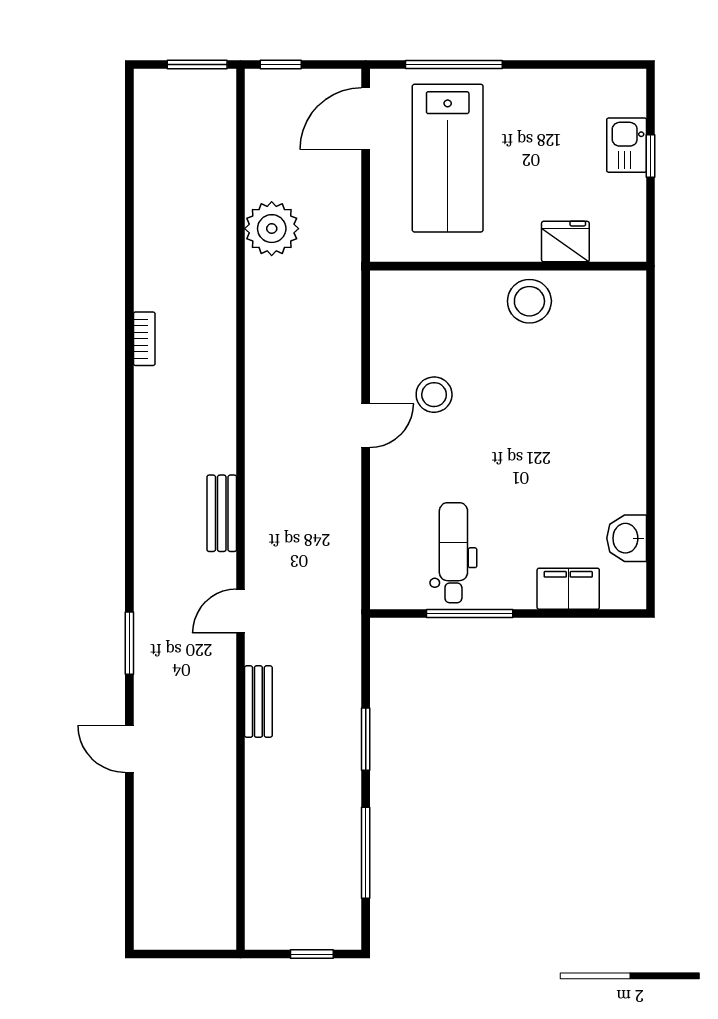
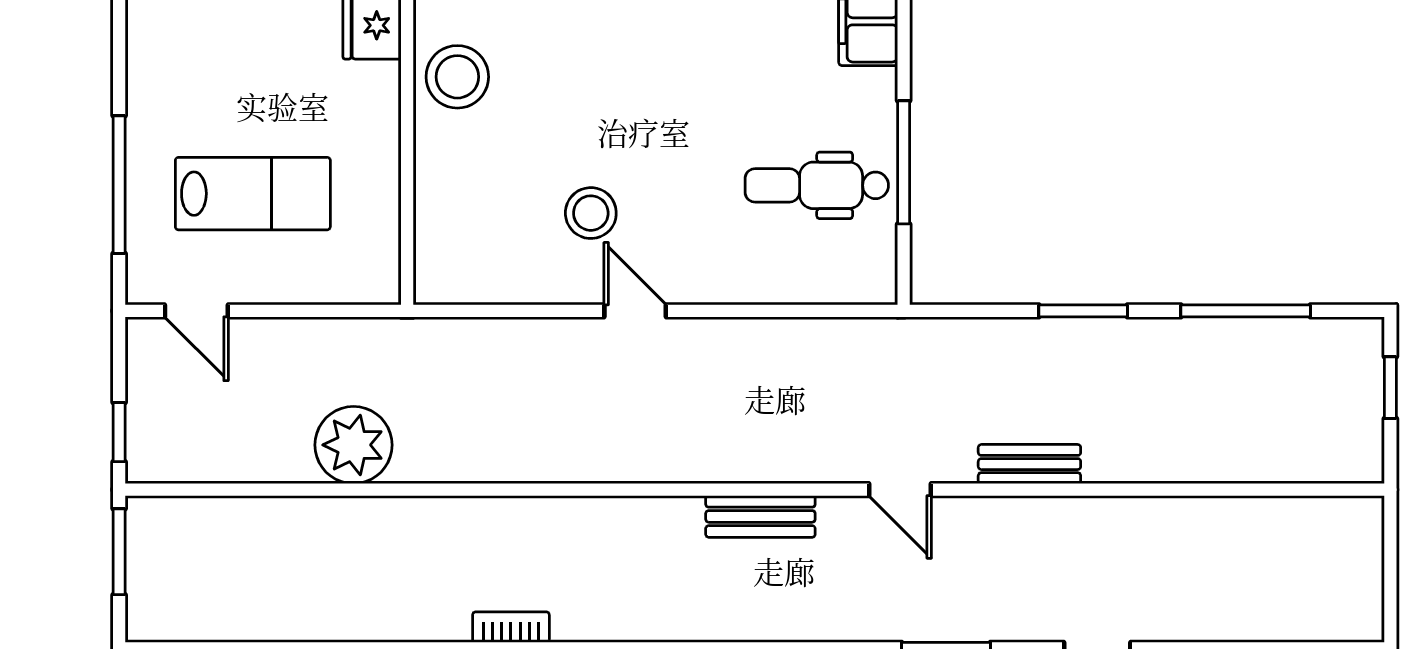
door: (366, 119) -> (196, 311), width x0.73
lab bench: (448, 158) -> (253, 194), width x0.73, depth x0.72

